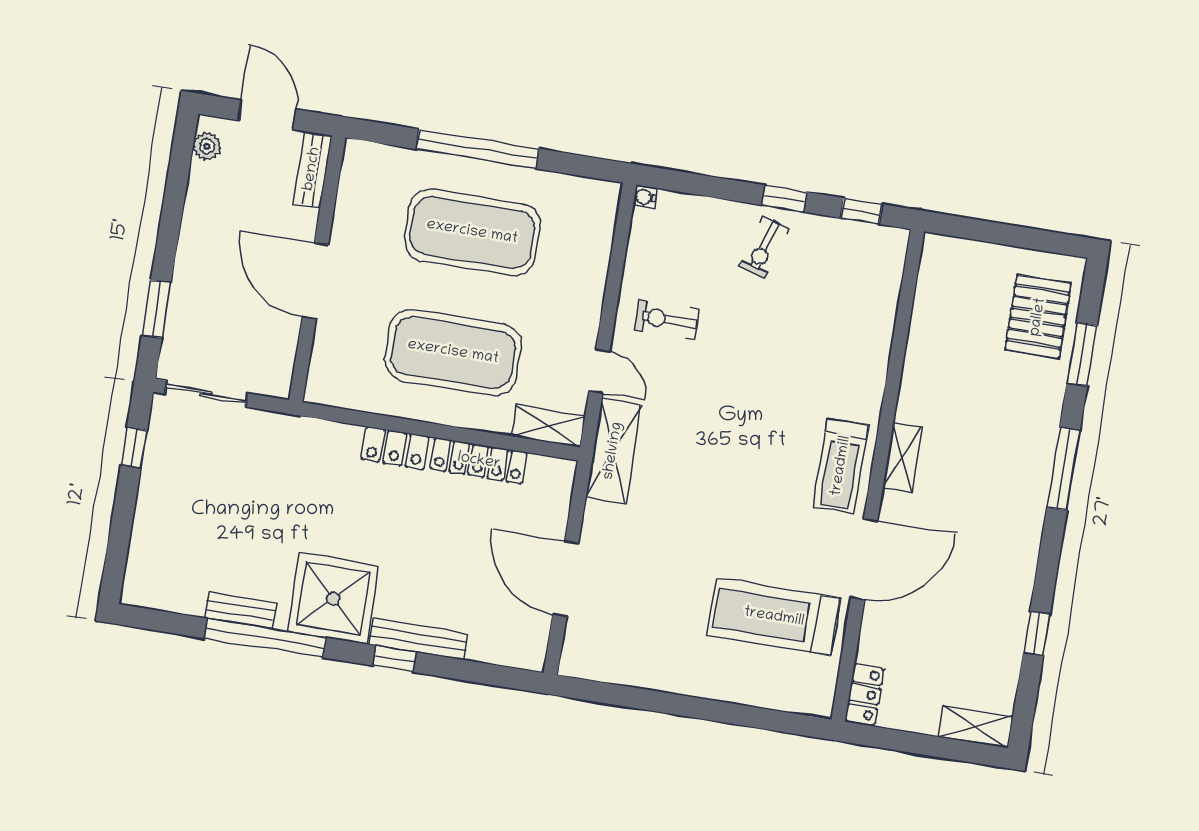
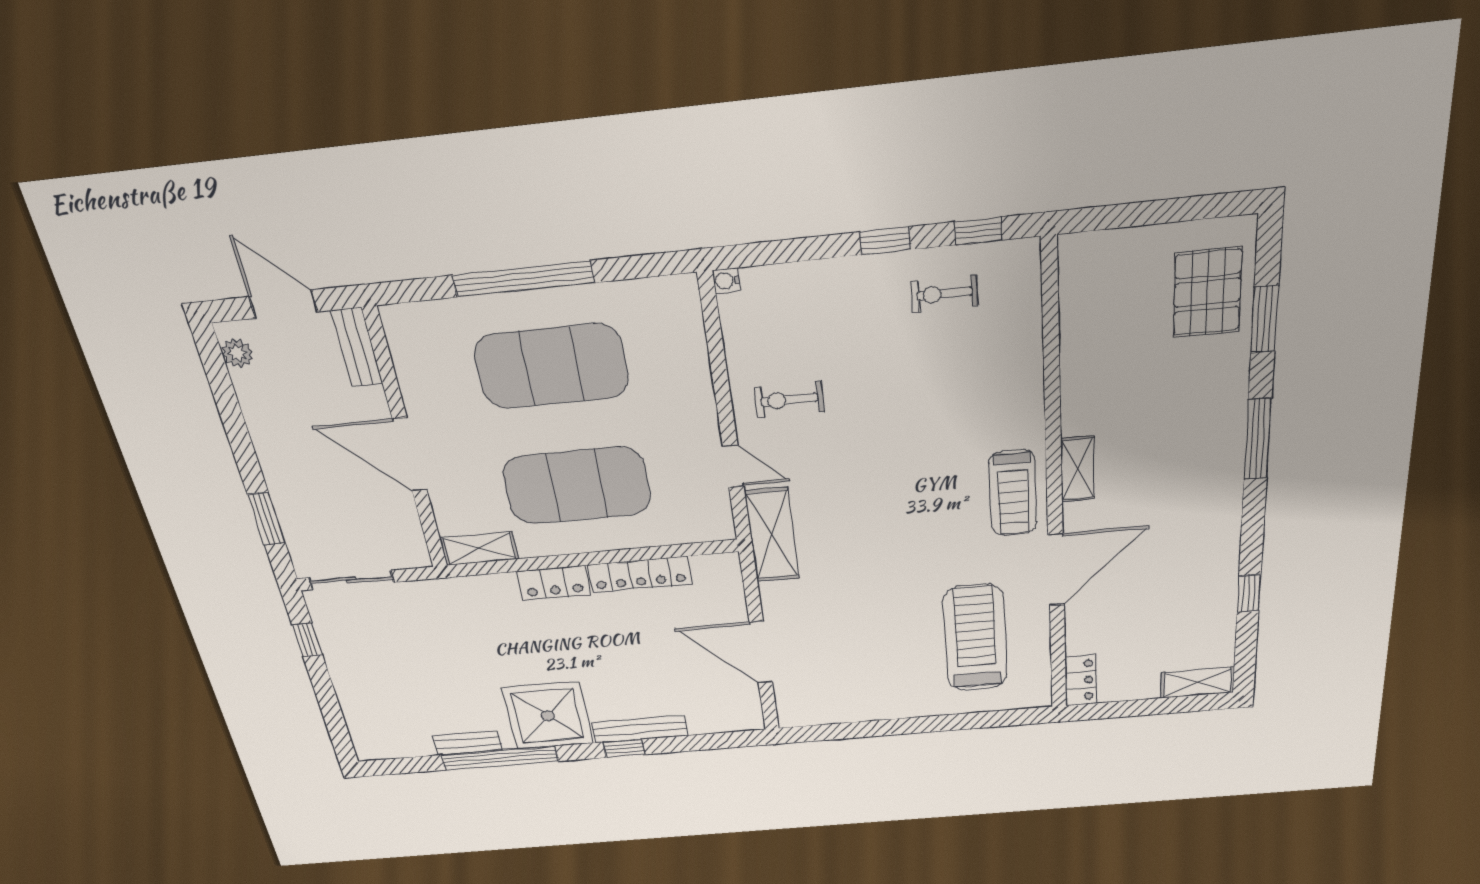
exercise bike: (764, 247) -> (945, 294), moved, turned 74
shelving: (548, 426) -> (480, 548), moved
treadmill: (774, 617) -> (975, 638), turned 90

